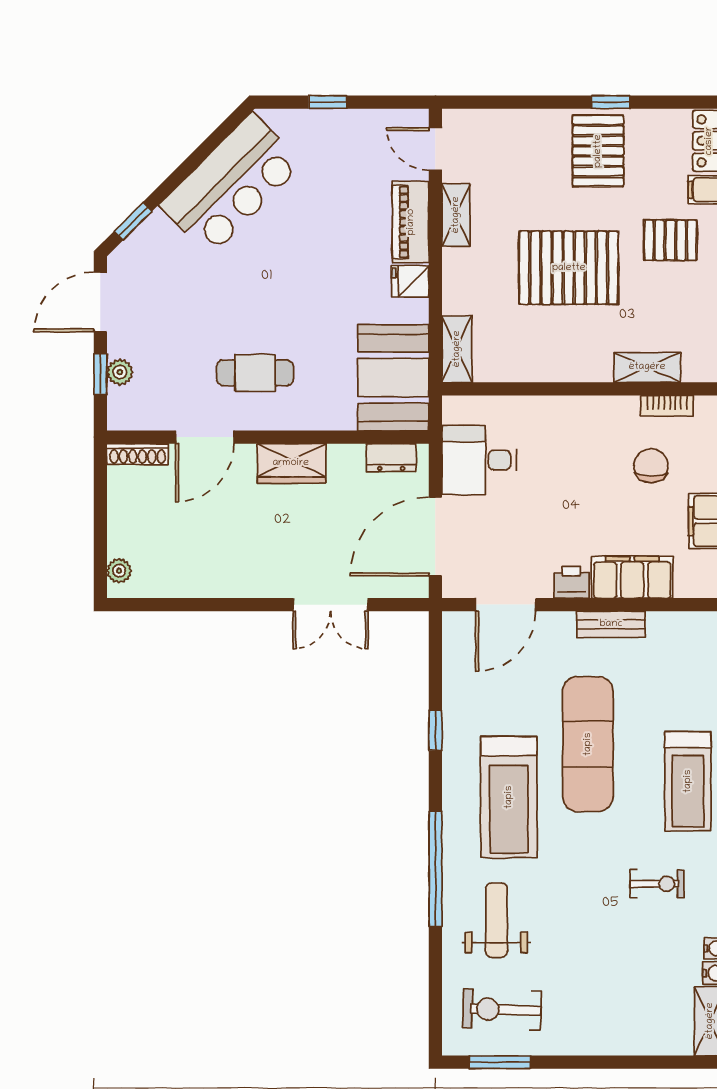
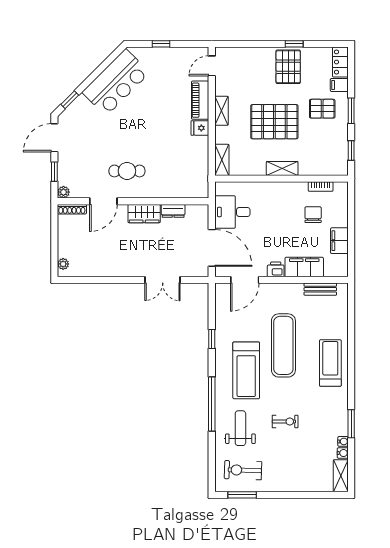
door: (435, 149) -> (212, 66), hinge flipped
shelving: (456, 215) -> (221, 111), moved
shelving: (647, 367) -> (282, 168), moved
plant: (120, 372) -> (63, 192), moved
booth: (393, 378) -> (192, 173), removed
dresser: (391, 458) -> (173, 211), moved
door: (435, 537) -> (212, 248), swing flipped
bench: (611, 624) -> (320, 289), moved
treadmill: (688, 781) -> (330, 363), turned 180
exercise bike: (657, 884) -> (285, 421), moved

